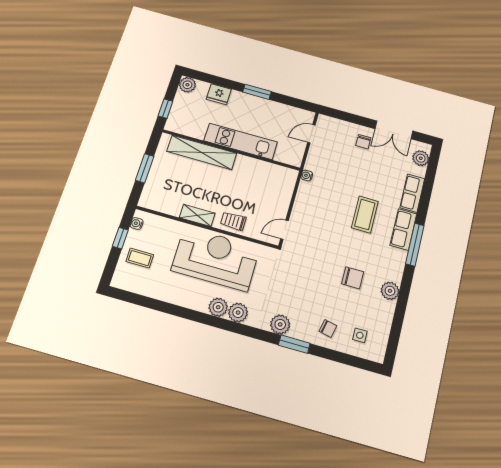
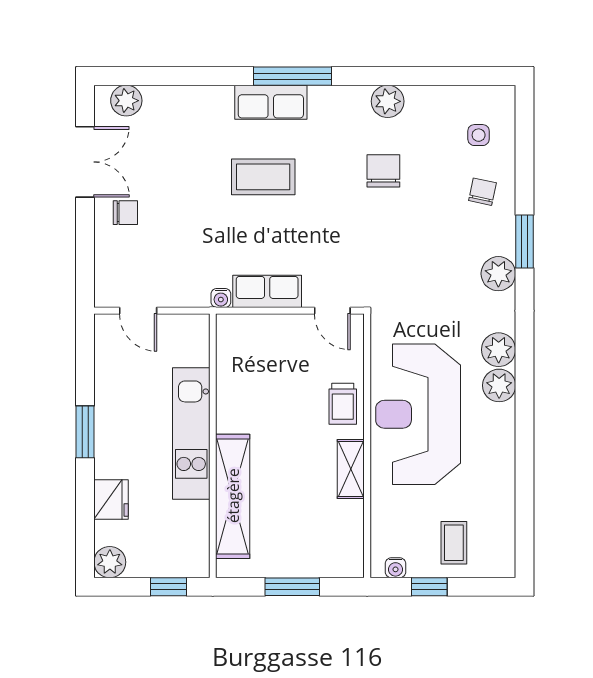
row of seats: (412, 193) -> (267, 291), moved, turned 180

